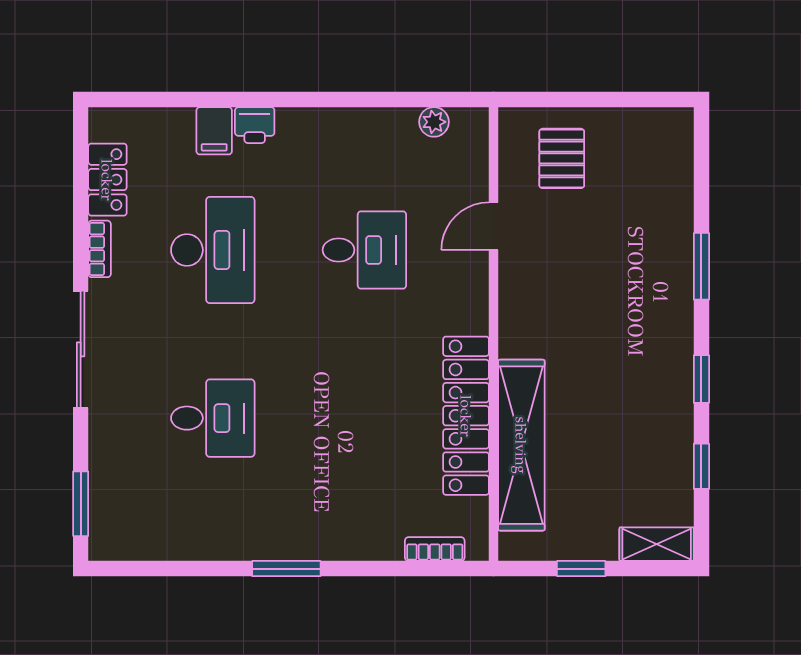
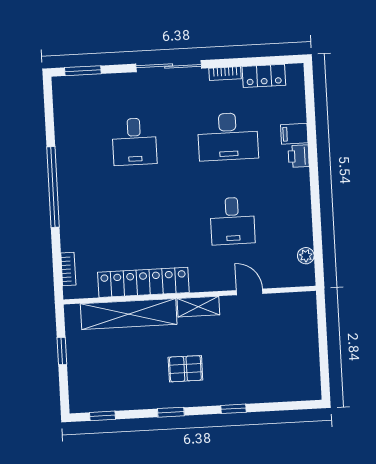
pallet: (562, 158) -> (185, 369), moved
window: (701, 266) -> (234, 409), width x0.67
window: (701, 466) -> (103, 416), moved
shelving: (657, 544) -> (198, 307), moved, turned 90
window: (286, 569) -> (53, 187), width x2.11

